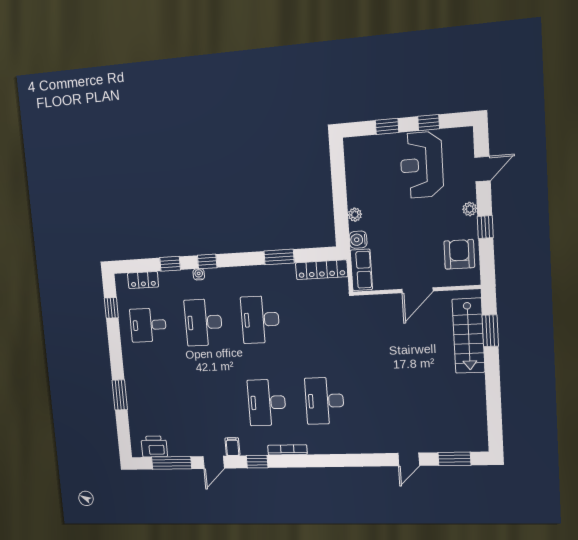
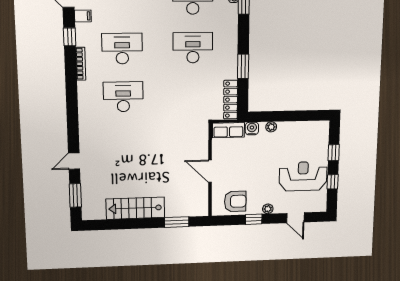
stairs: (469, 336) -> (135, 208), moved
door: (409, 459) -> (74, 161), hinge flipped

